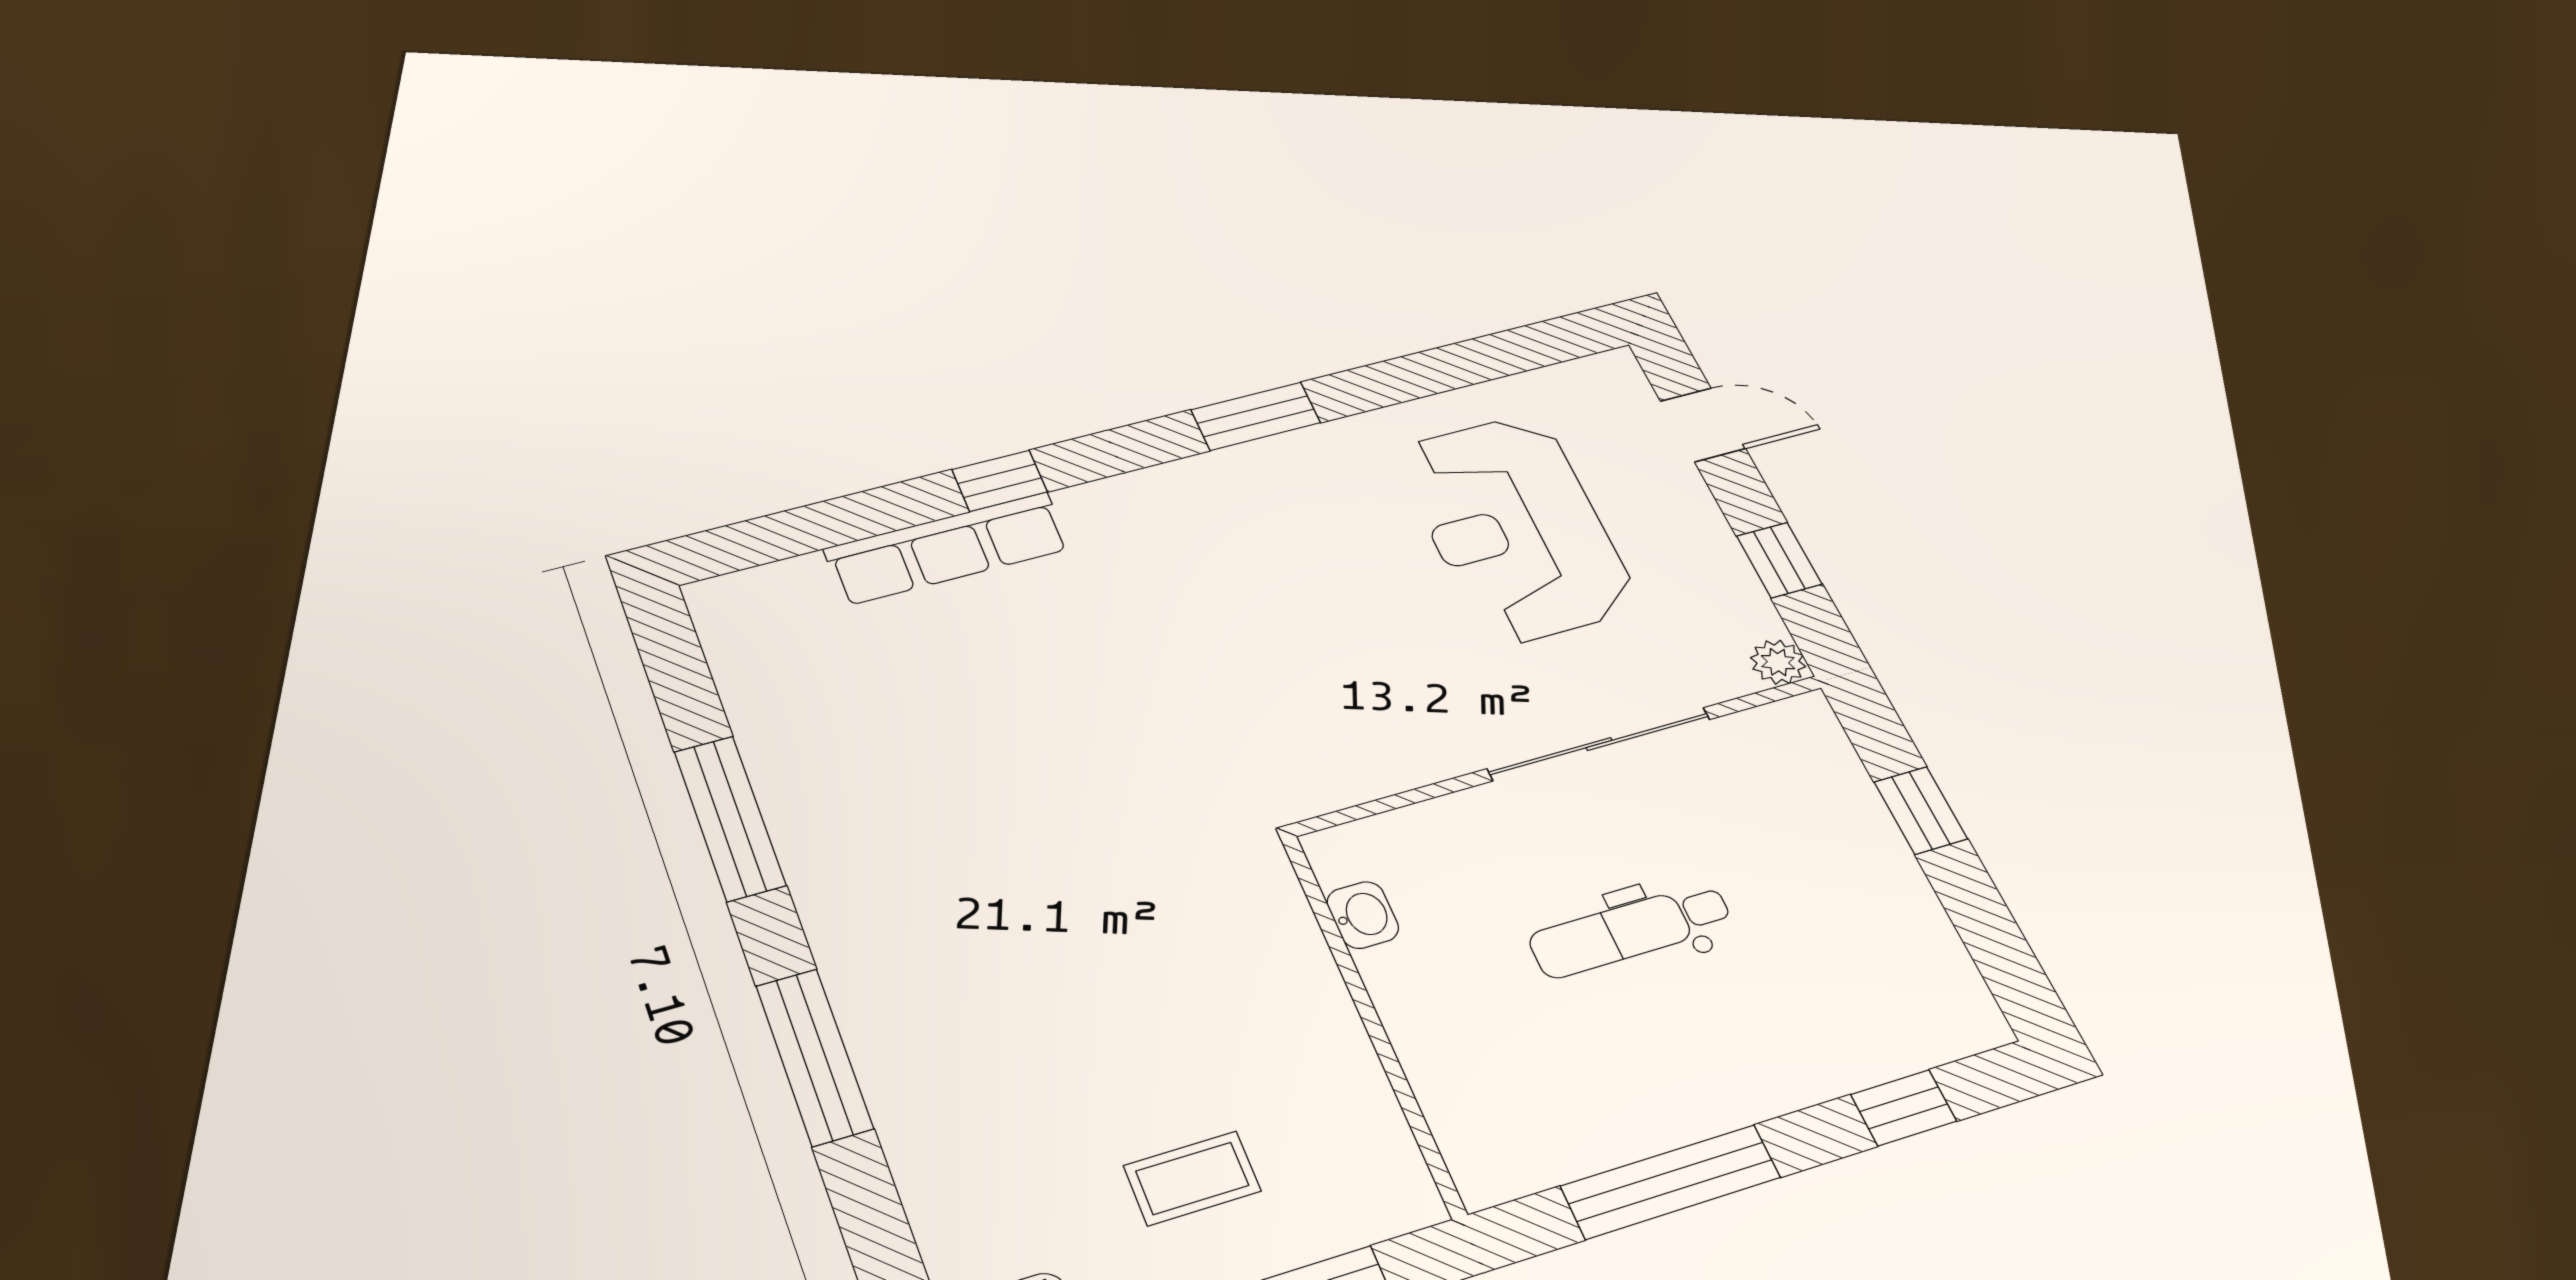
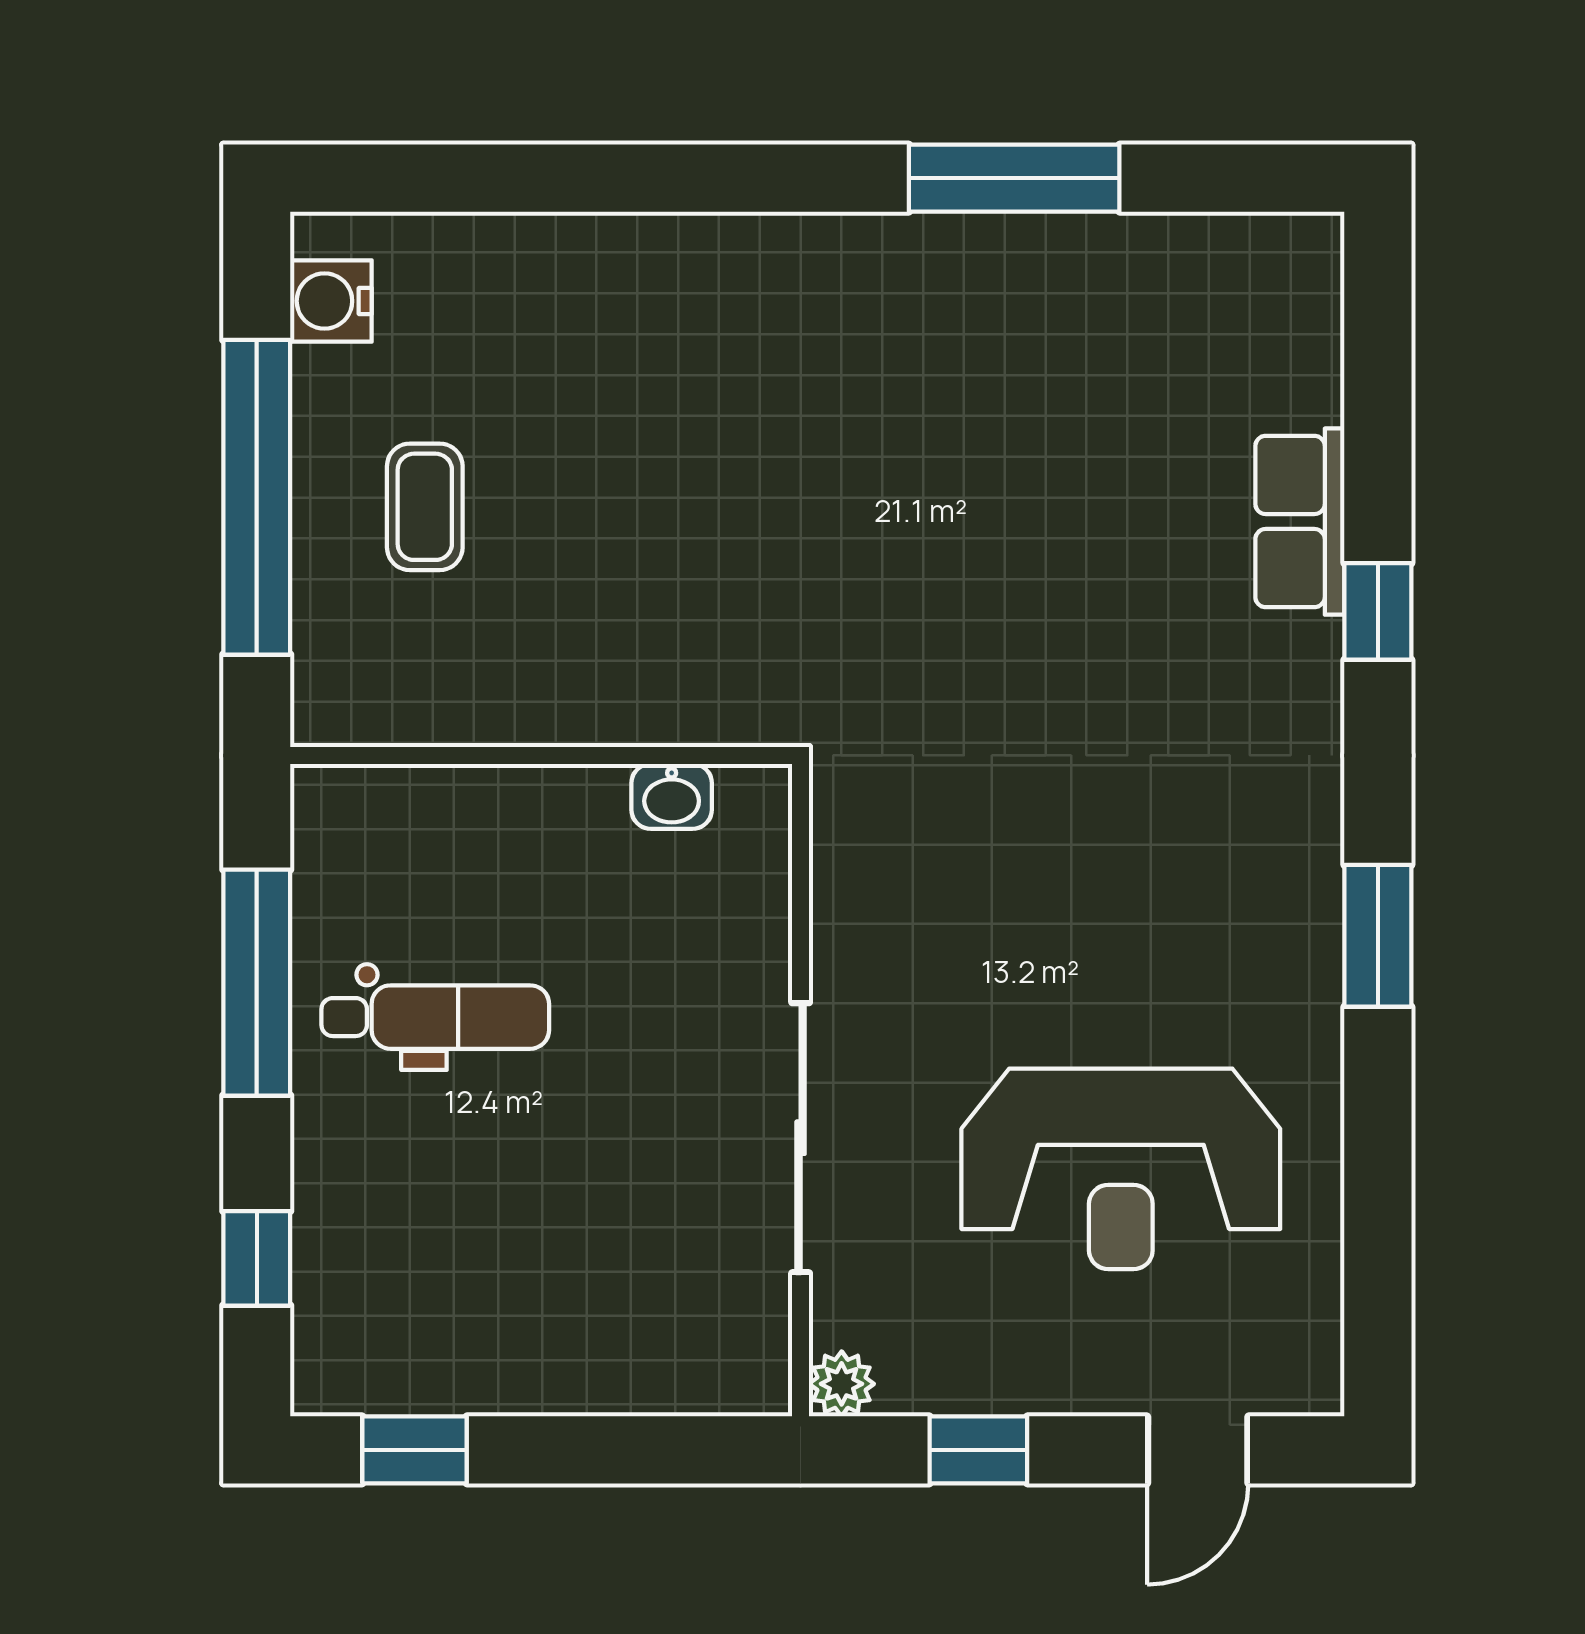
reception desk: (1515, 528) -> (1121, 1169), turned 180
row of seats: (947, 549) -> (1300, 522), width x0.68
window: (1921, 810) -> (415, 1450), moved
dental chair: (1631, 930) -> (435, 1017), moved, turned 90
window: (814, 1057) -> (692, 178), removed

